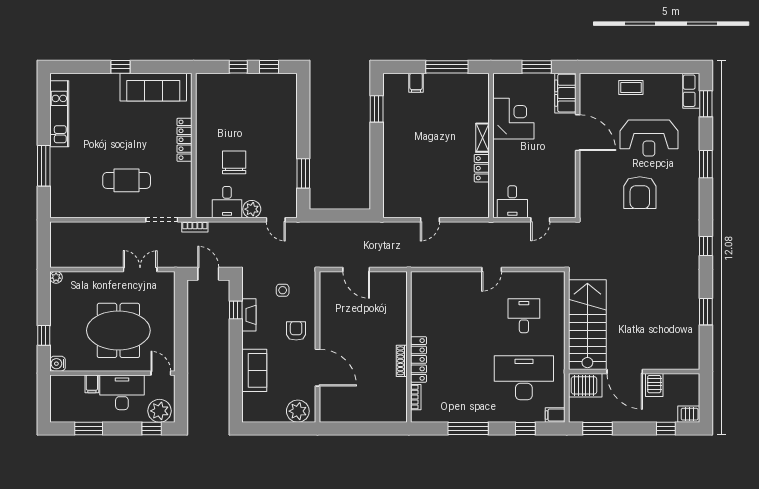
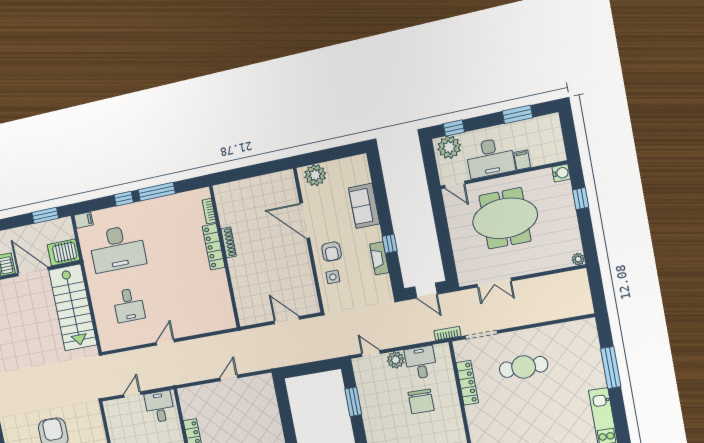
locker: (184, 140) -> (467, 383), moved
side table: (283, 290) -> (333, 277), moved
window: (236, 310) -> (390, 244), moved
window: (525, 429) -> (124, 199), moved

